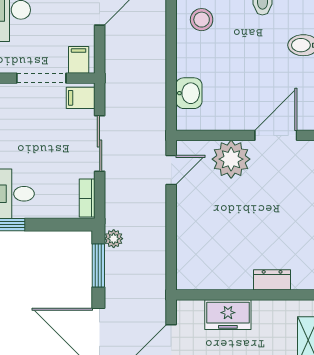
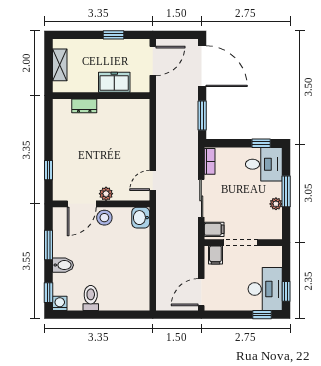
stool: (202, 20) -> (104, 218), moved
washbasin: (189, 93) -> (141, 218), moved
plant: (231, 159) -> (106, 194), width x0.53, depth x0.53
plant: (114, 239) -> (192, 134), removed

